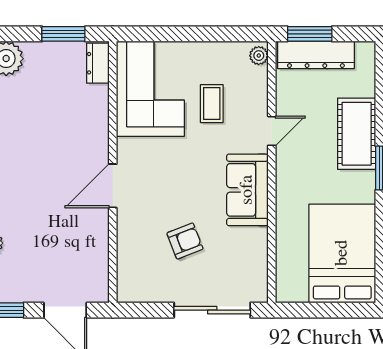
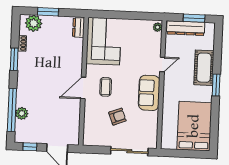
window: (63, 34) -> (48, 12), moved
window: (310, 34) -> (194, 18), moved
coffee table: (212, 104) -> (106, 87), moved

